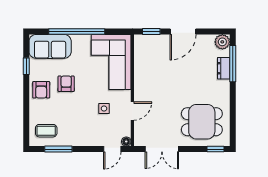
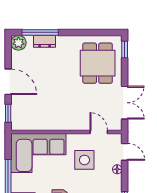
side table: (104, 108) -> (84, 160), width x1.87, depth x1.87
door: (132, 111) -> (99, 132), moved
floor lamp: (126, 142) -> (117, 169), moved

